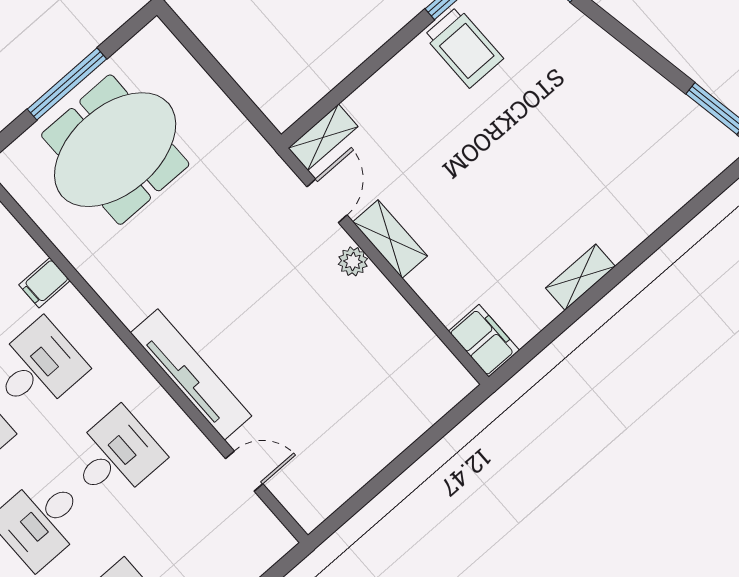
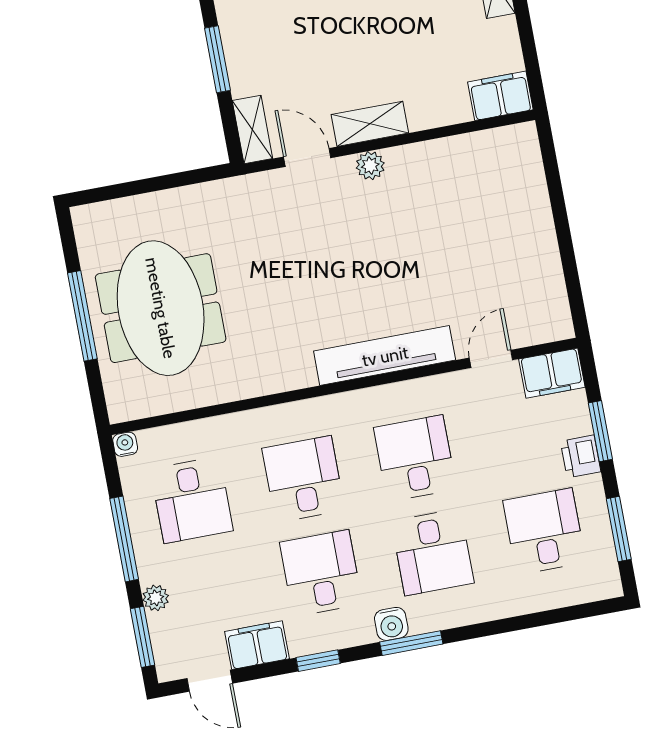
window: (367, 69) -> (217, 59), added
filing cabinet: (44, 283) -> (552, 373), moved, width x2.00

